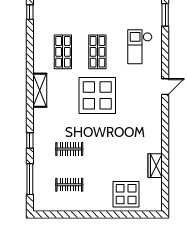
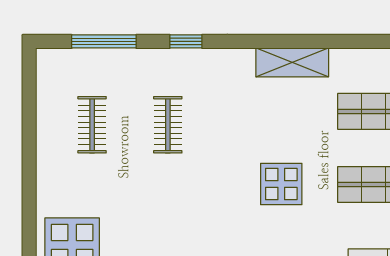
display table: (97, 95) -> (281, 184), width x0.54, depth x0.54

